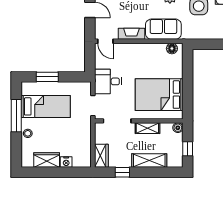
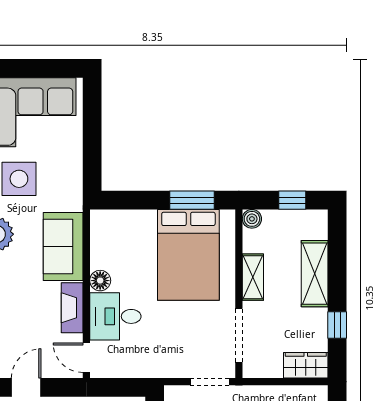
door: (105, 41) -> (86, 358), swing flipped
floor lamp: (172, 48) -> (100, 281), moved
desk: (108, 81) -> (115, 316), moved, turned 90
window: (188, 96) -> (192, 200), added

